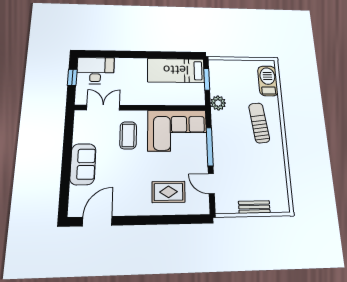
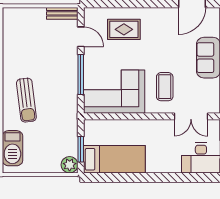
plant: (218, 103) -> (70, 165), moved
bench: (254, 207) -> (62, 13), moved

